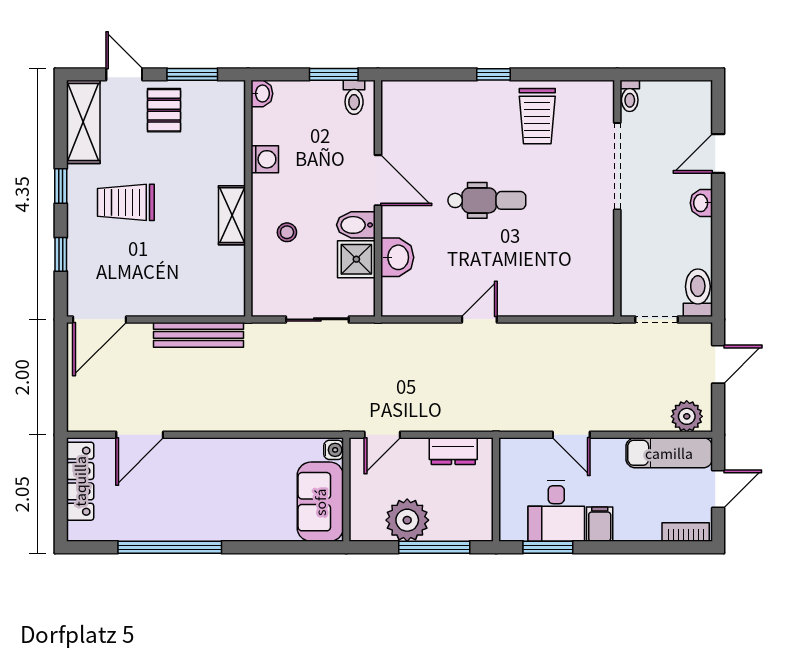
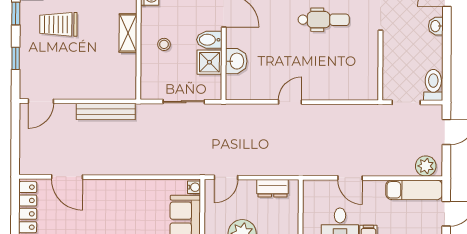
dental chair: (487, 200) -> (324, 20), moved
door: (100, 319) -> (41, 101), width x0.73
door: (140, 435) -> (67, 177), hinge flipped

